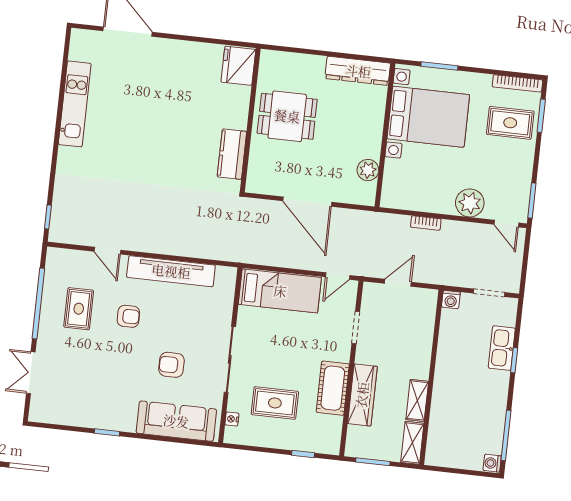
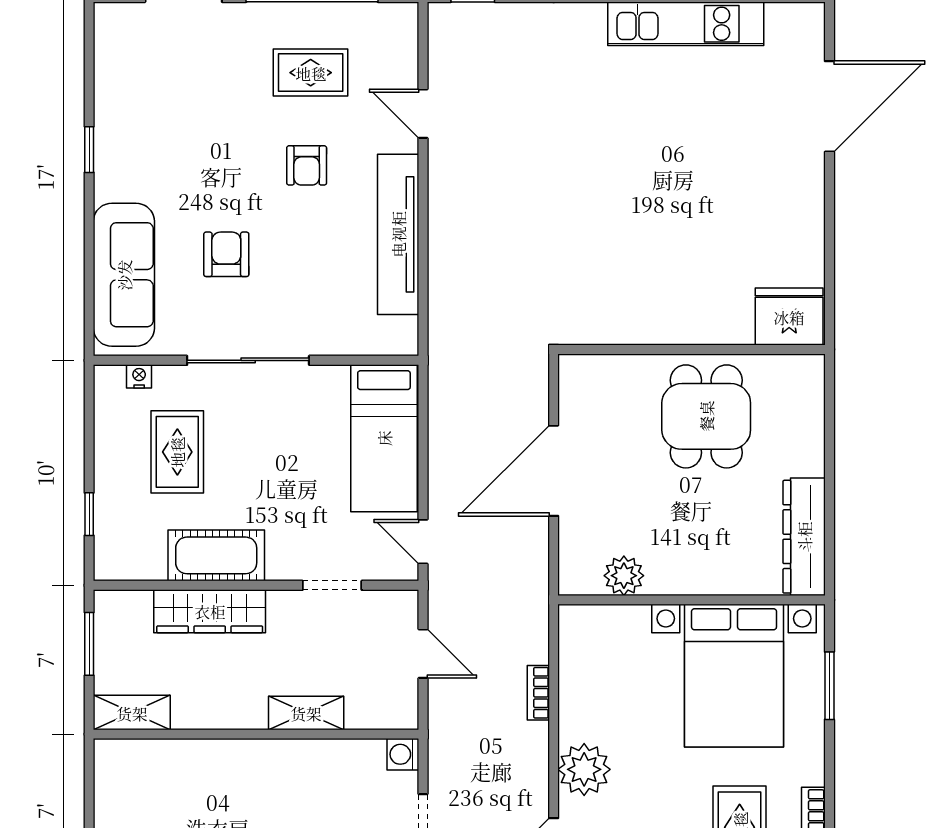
kitchen counter: (232, 154) -> (625, 323), removed
door: (107, 251) -> (423, 114), hinge flipped
shelving: (417, 400) -> (306, 713), moved

